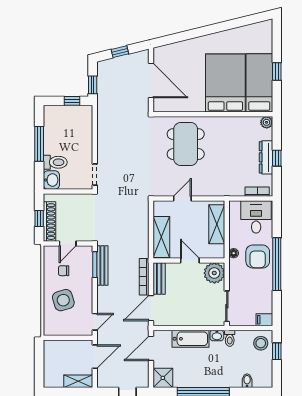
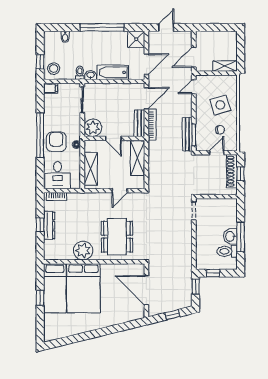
plant: (267, 122) -> (83, 251), moved, width x1.87, depth x1.87
toilet: (55, 162) -> (227, 251), moved
washbasin: (51, 180) -> (230, 236), moved
shelving: (78, 381) -> (225, 66), moved

